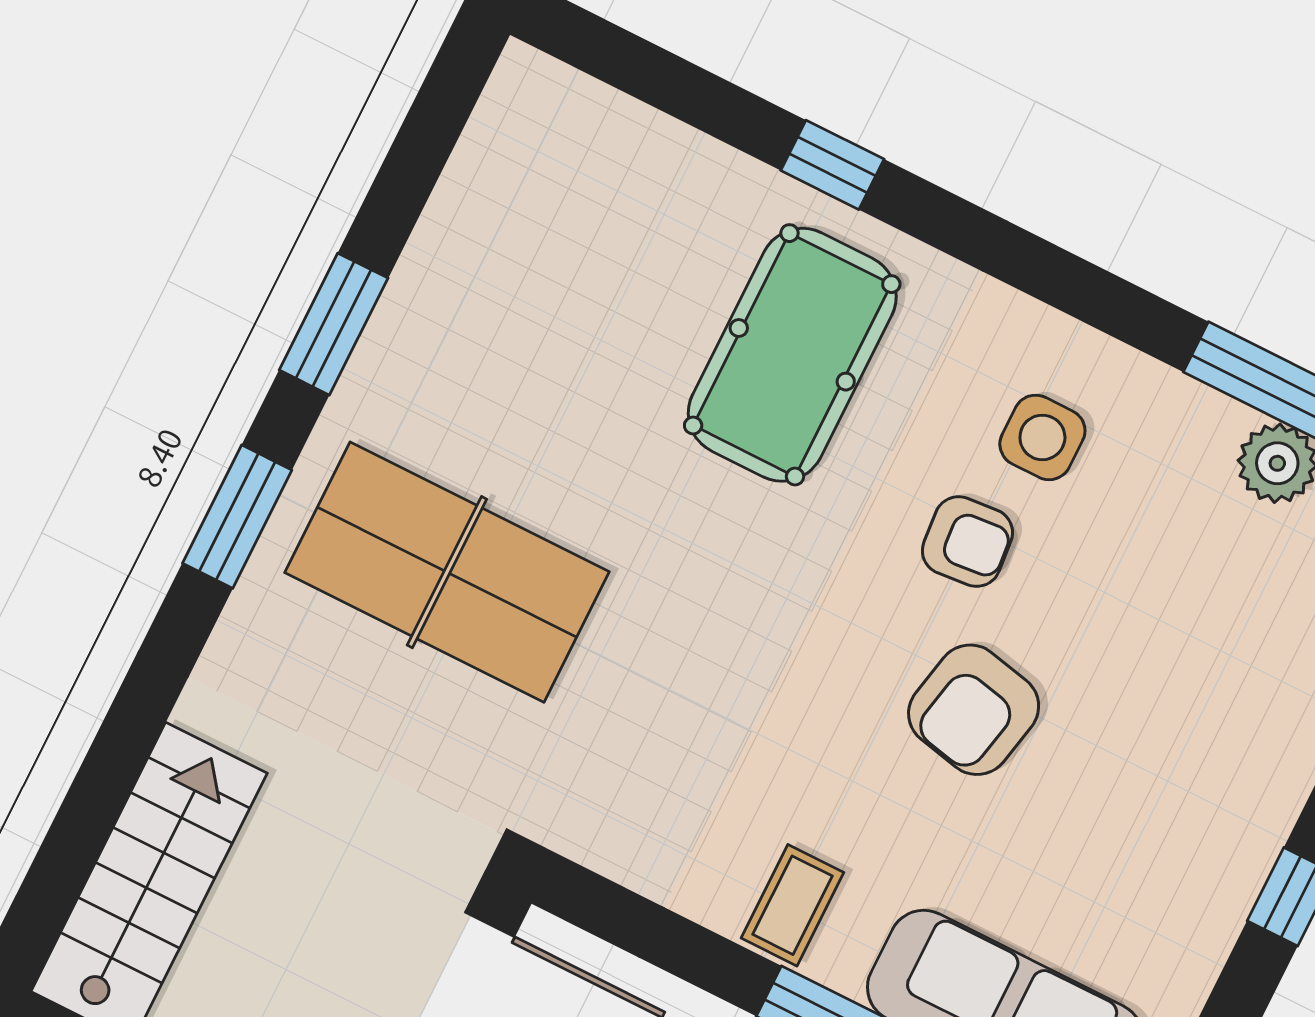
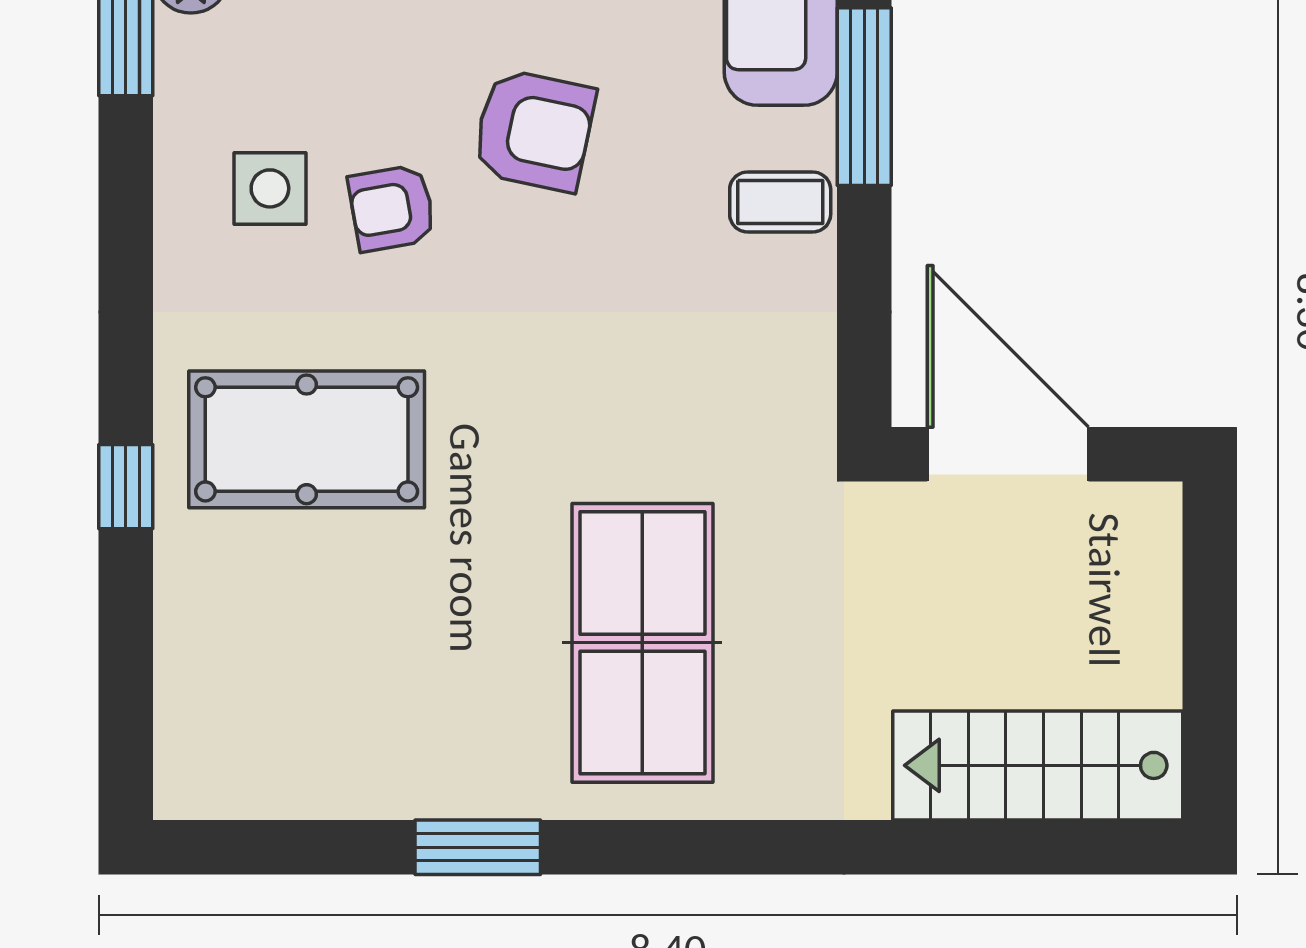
window: (237, 517) -> (685, 847), removed
armchair: (967, 542) -> (392, 208), turned -95

